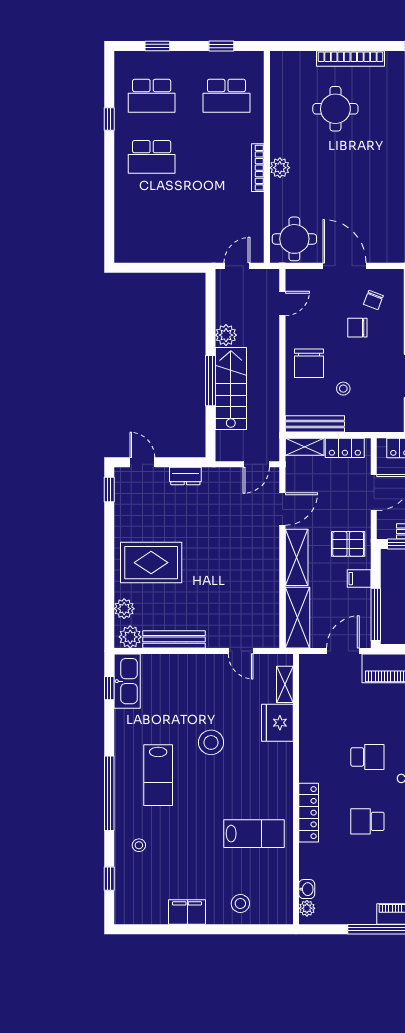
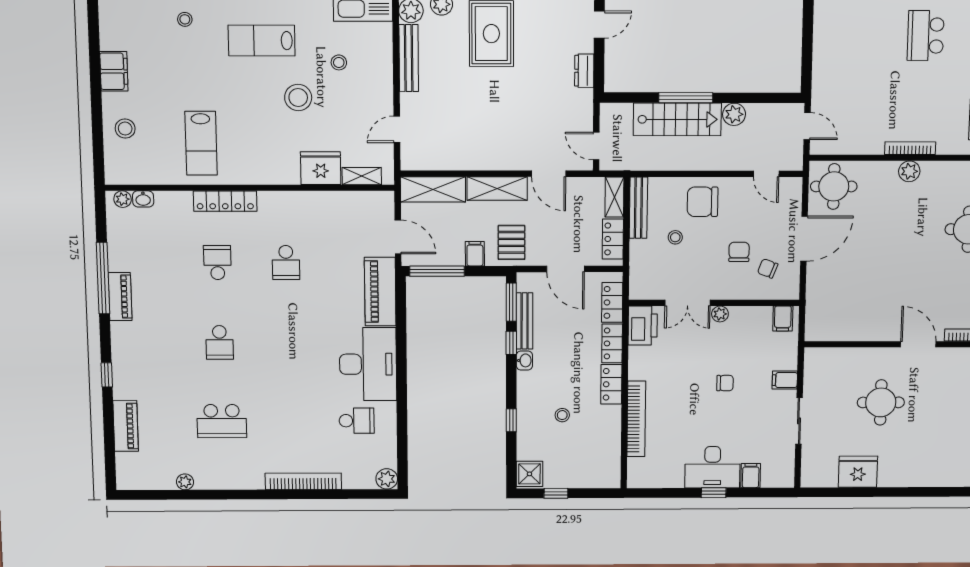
stool: (178, 704) -> (339, 62), added

